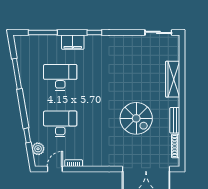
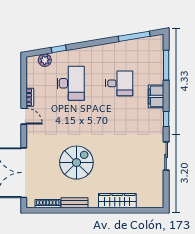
sliding door: (158, 32) -> (166, 156), moved
window: (17, 74) -> (134, 36), moved
desk: (60, 77) -> (119, 83), width x0.73
spiral stairs: (136, 118) -> (76, 163), turned 180
door: (55, 169) -> (24, 116), moved

